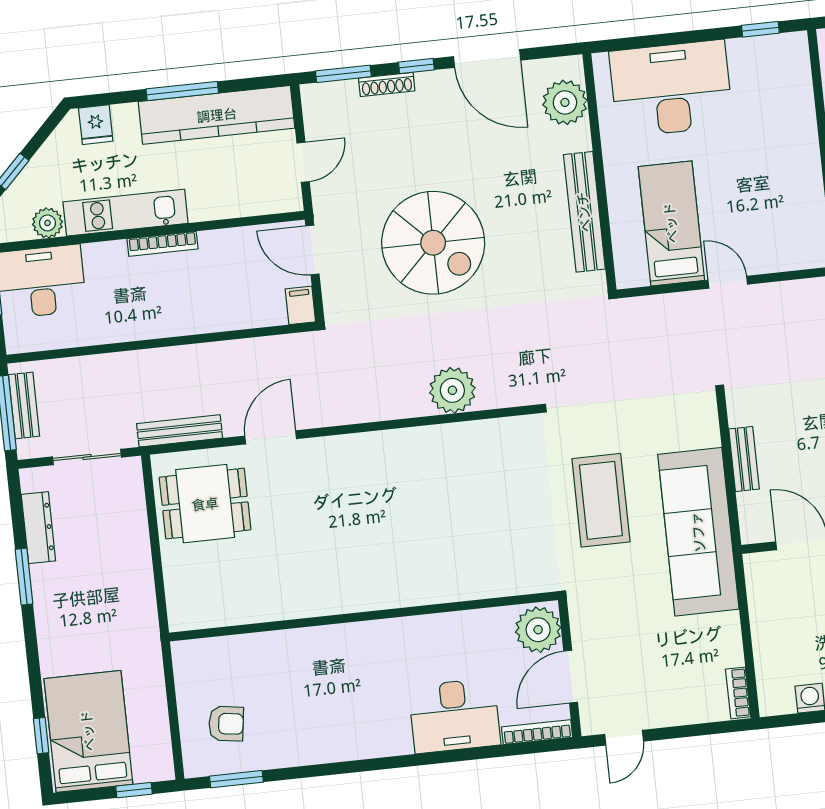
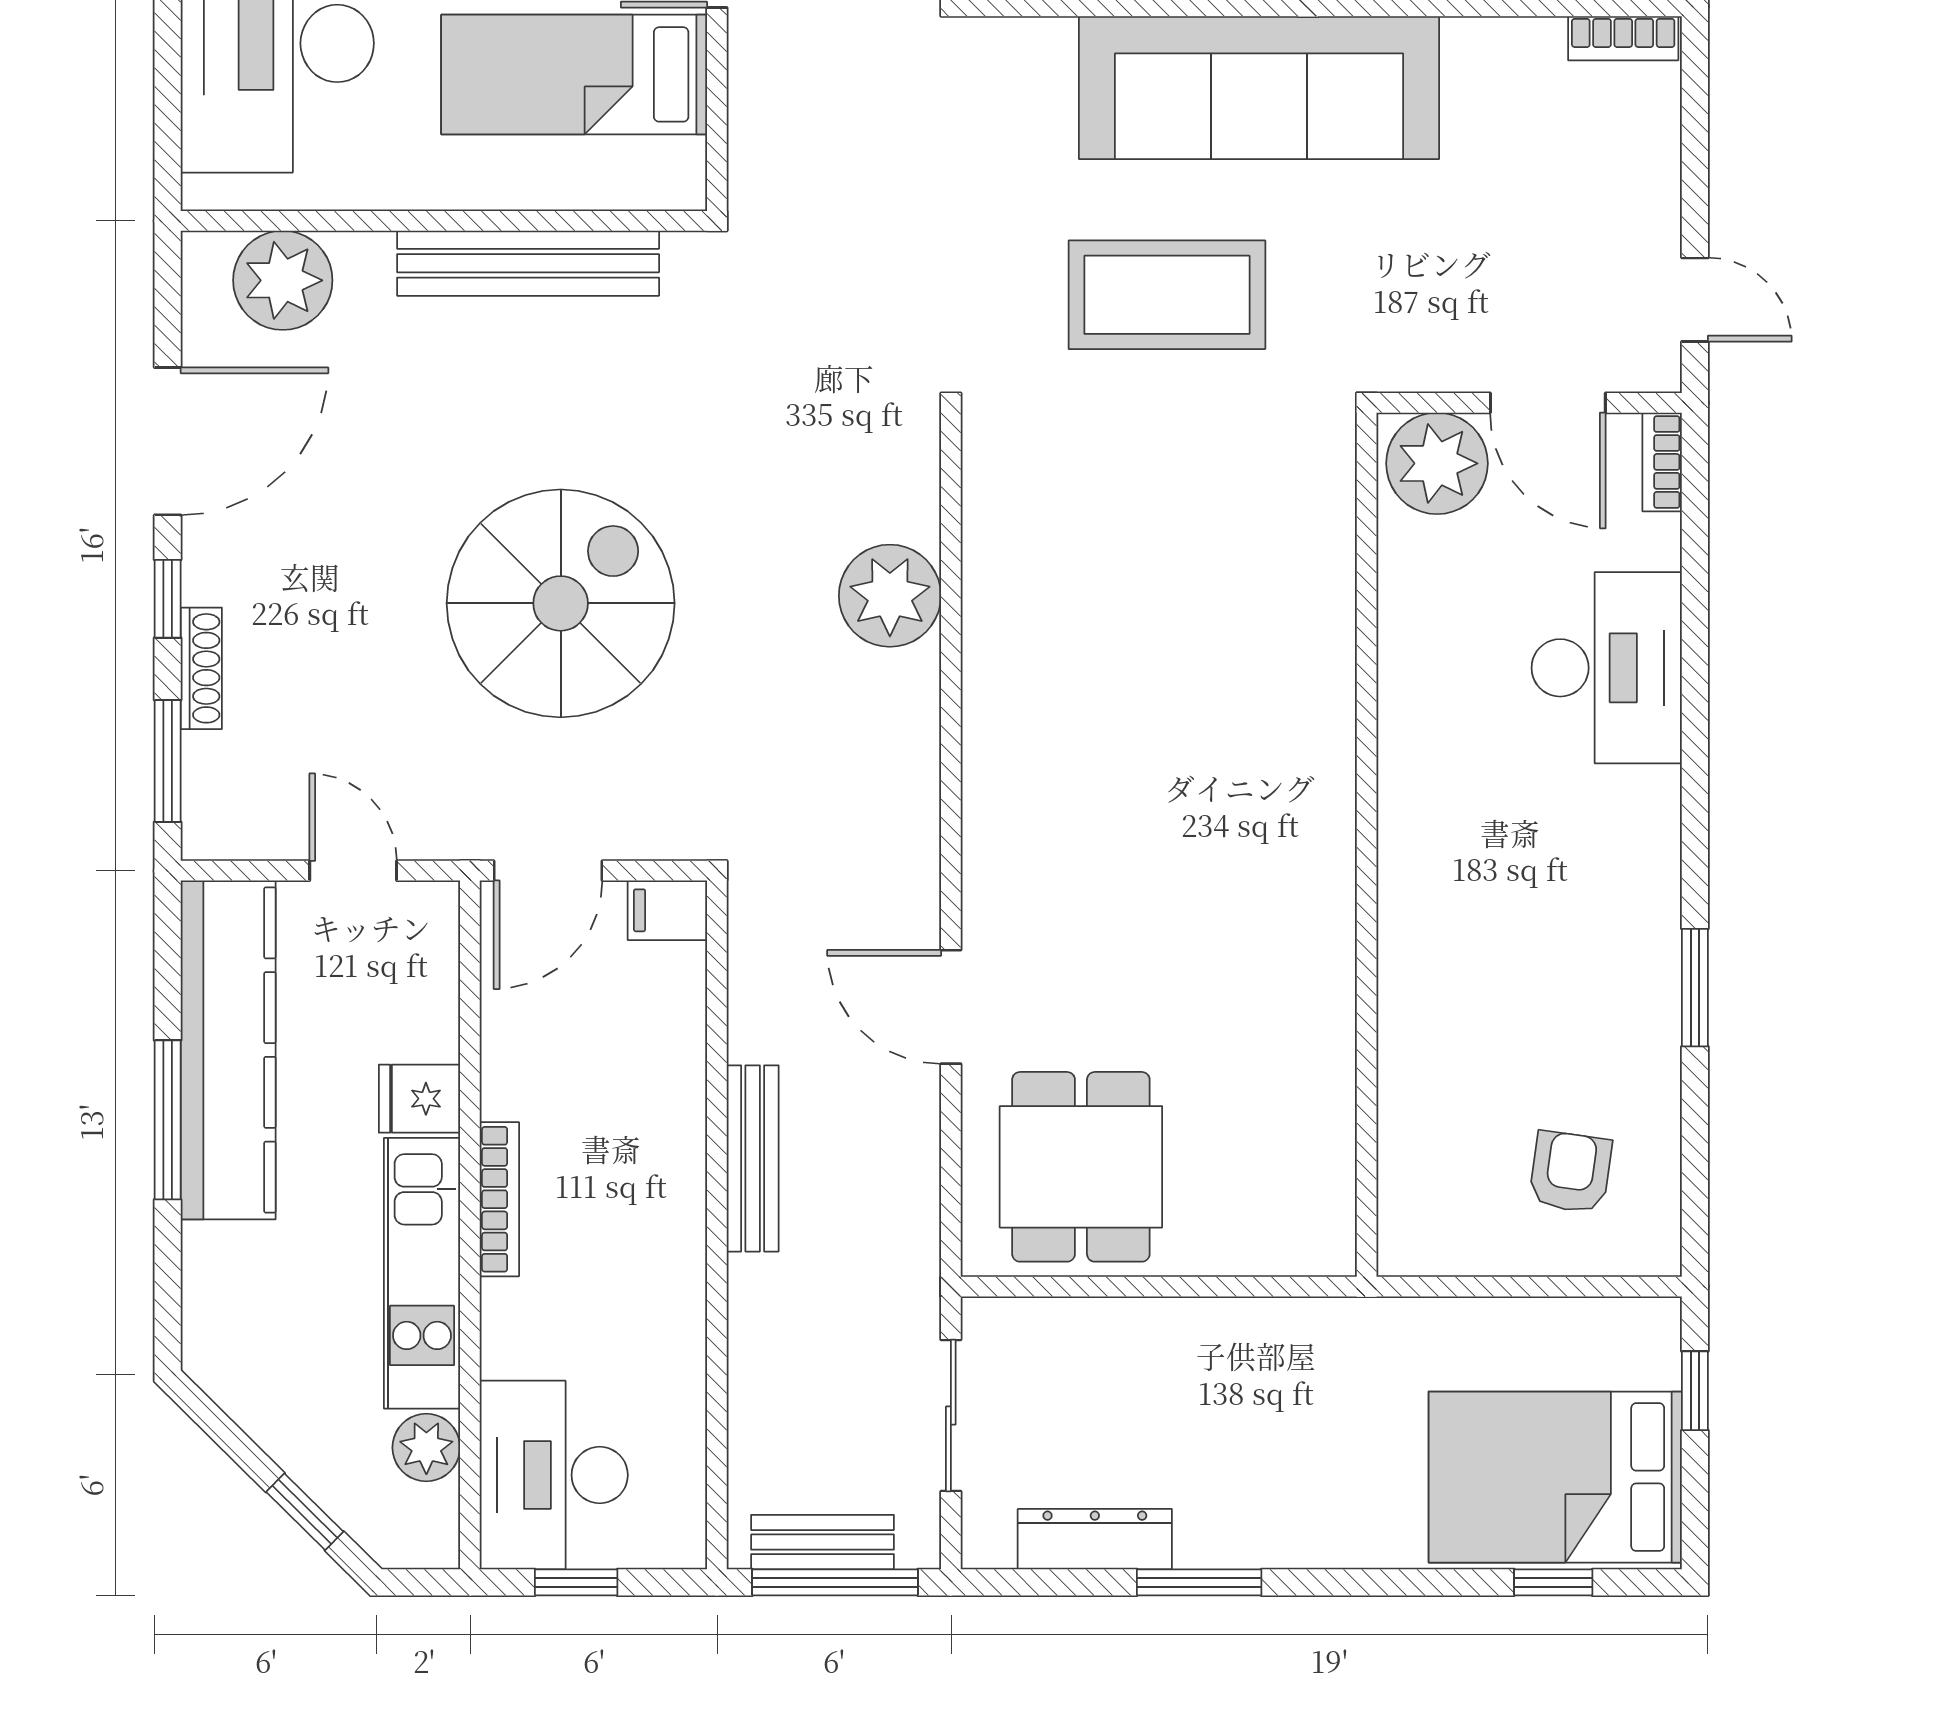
fridge: (96, 125) -> (419, 1099), moved, turned 180
bench: (180, 431) -> (753, 1158), moved
bookcase: (537, 732) -> (1662, 462), width x0.64
window: (236, 779) -> (1695, 988), moved

